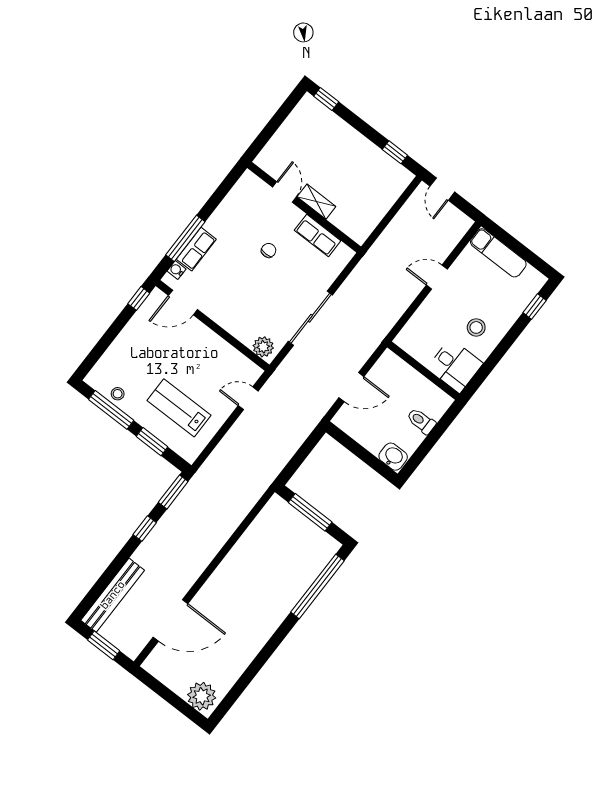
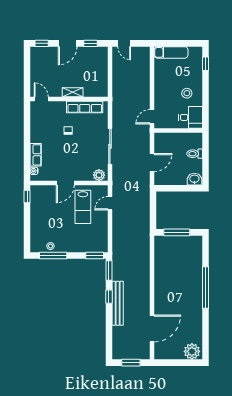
door: (363, 127) -> (68, 43), added
door: (284, 192) -> (41, 99), moved
row of seats: (318, 235) -> (85, 107), width x1.48
window: (185, 238) -> (27, 154), removed
door: (437, 277) -> (152, 117), moved
door: (183, 302) -> (65, 183), moved
lab bench: (179, 408) -> (83, 207), moved, turned -90
window: (152, 442) -> (95, 255), moved
window: (317, 586) -> (206, 287), moved
bench: (113, 595) -> (118, 303), moved

